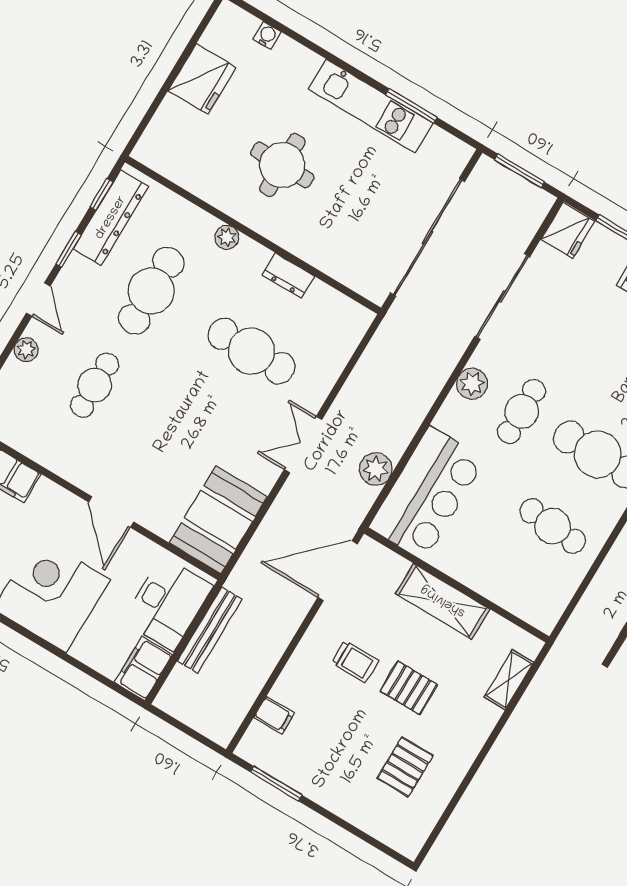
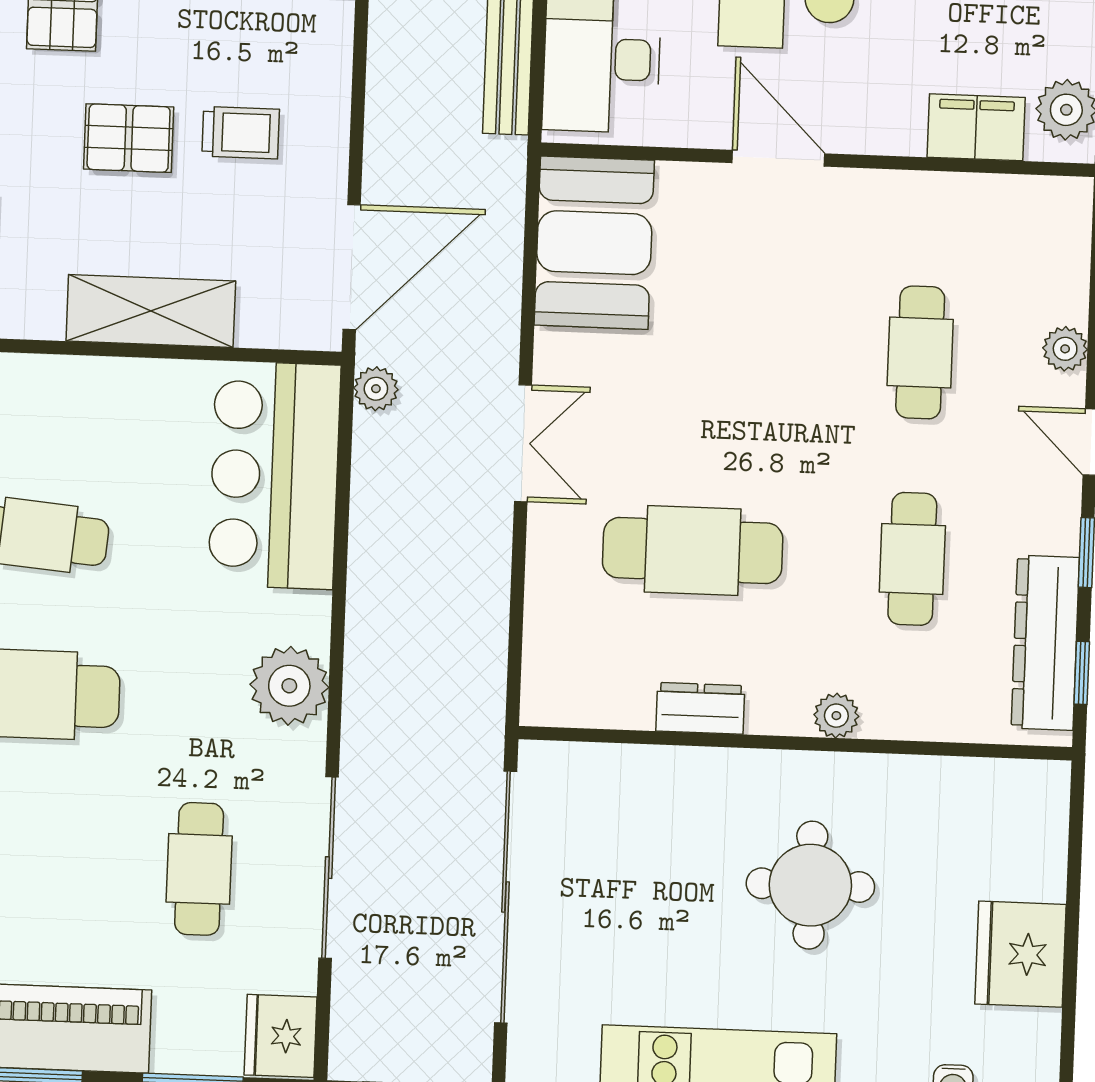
cafe table: (151, 291) -> (912, 559), width x0.73, depth x0.74
plant: (472, 384) -> (289, 686), width x1.36, depth x1.36
cafe table: (522, 411) -> (199, 869), moved
plant: (376, 469) -> (376, 389), moved, width x0.73, depth x0.73
trolley: (355, 662) -> (241, 133), turned 180

